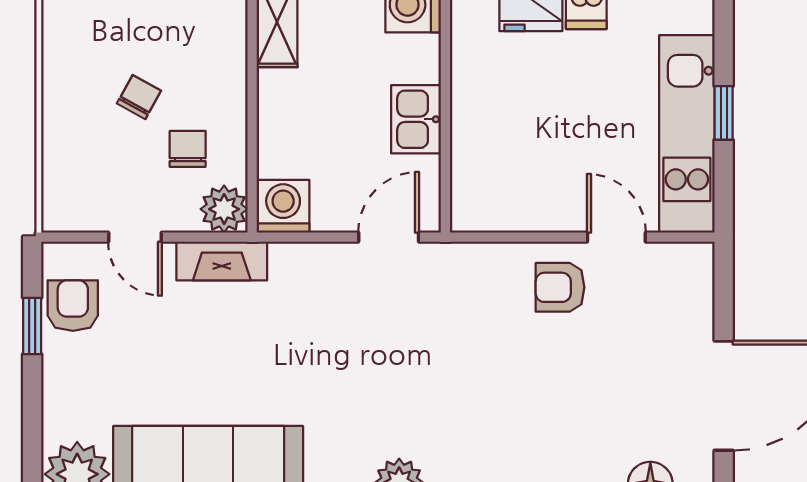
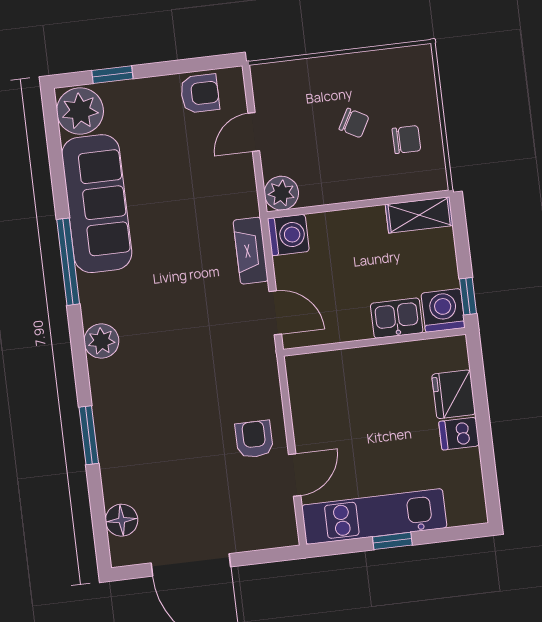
kitchen sink: (416, 119) -> (397, 318), moved
chair: (188, 149) -> (406, 140), moved
fireplace: (222, 261) -> (251, 251), moved
window: (32, 326) -> (112, 75), moved

